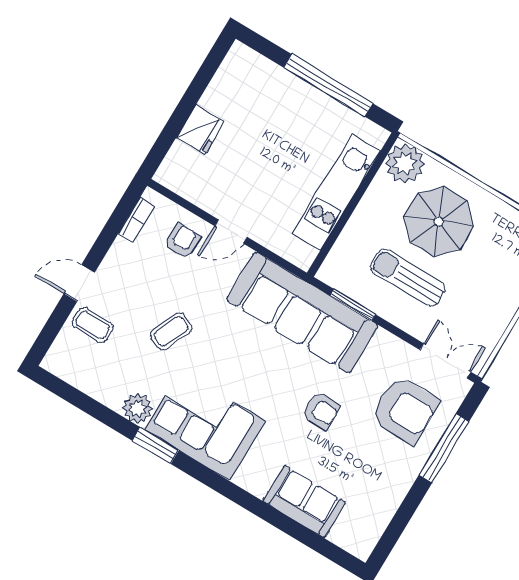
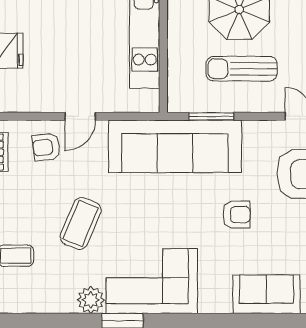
armchair: (182, 241) -> (46, 147), turned -97
coffee table: (171, 331) -> (81, 223), width x1.36, depth x1.30

